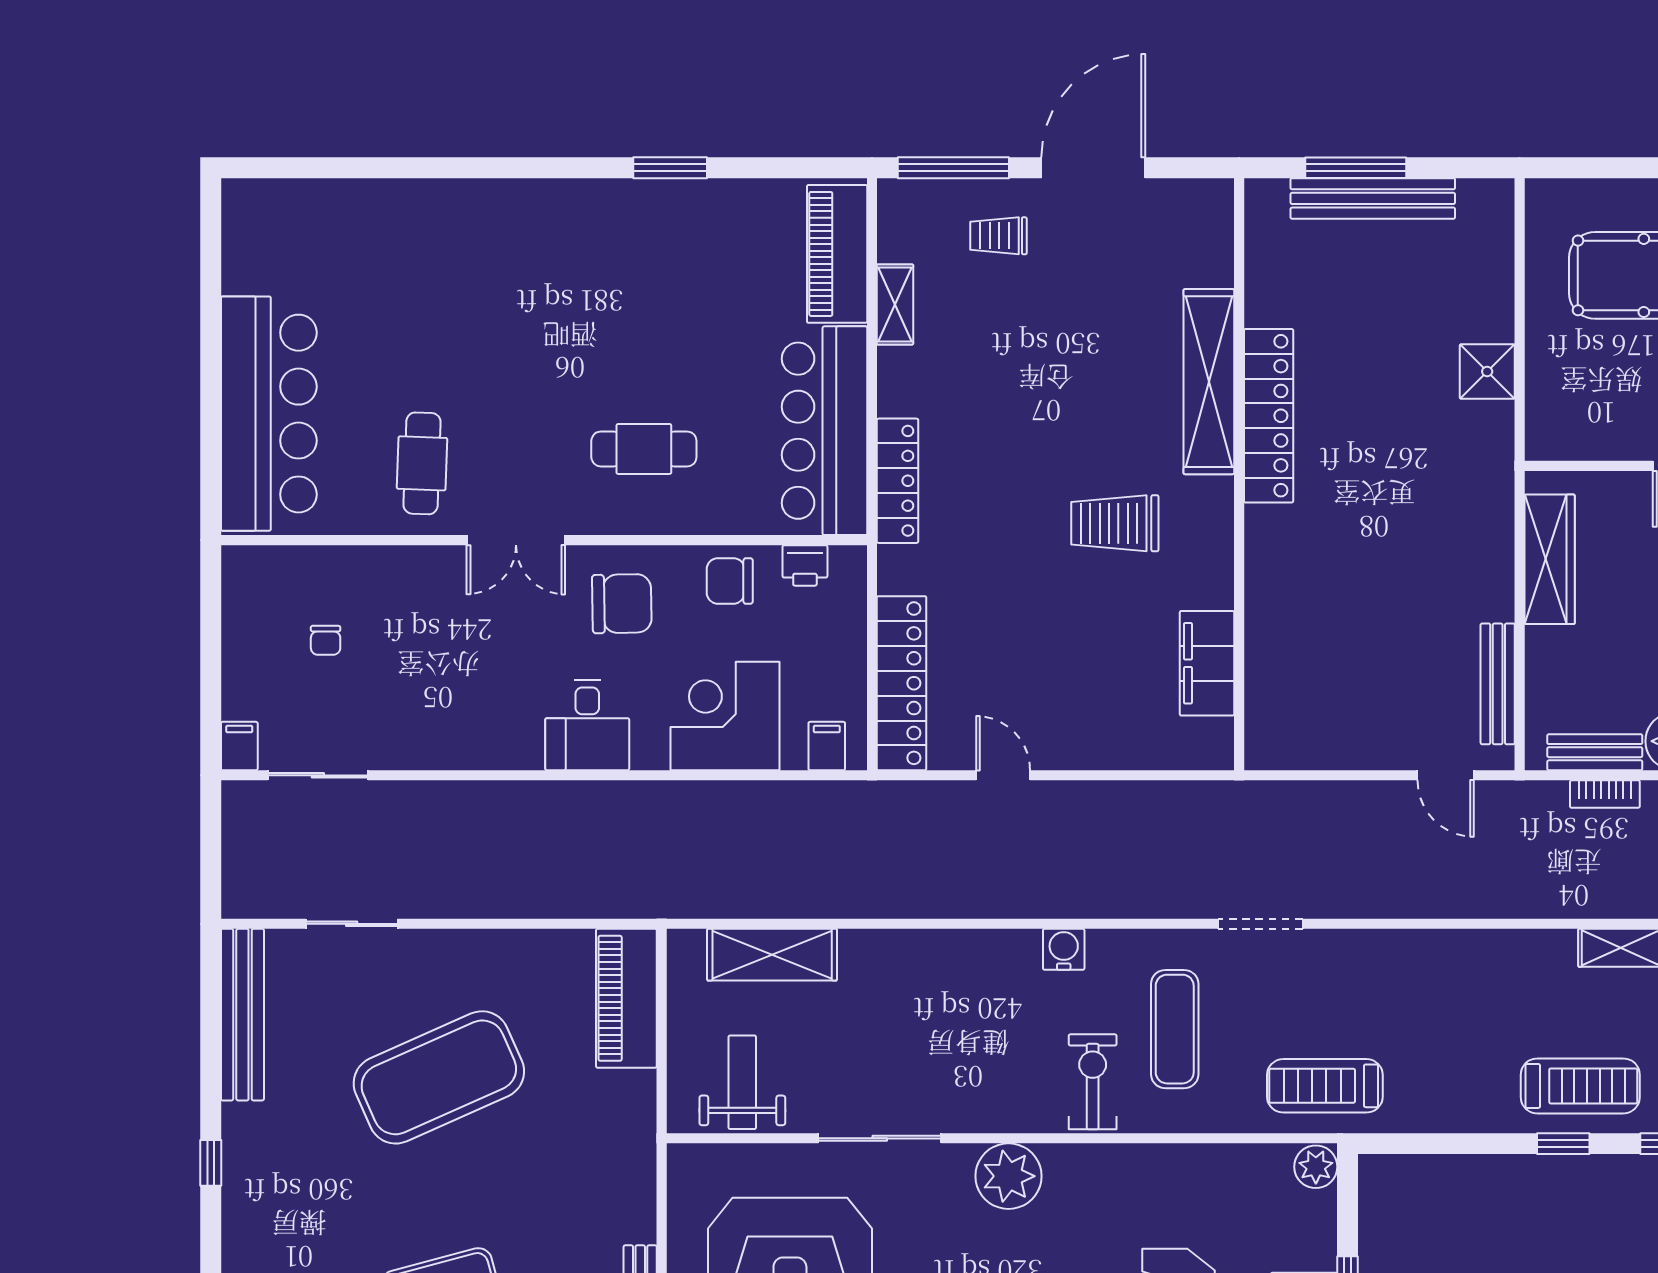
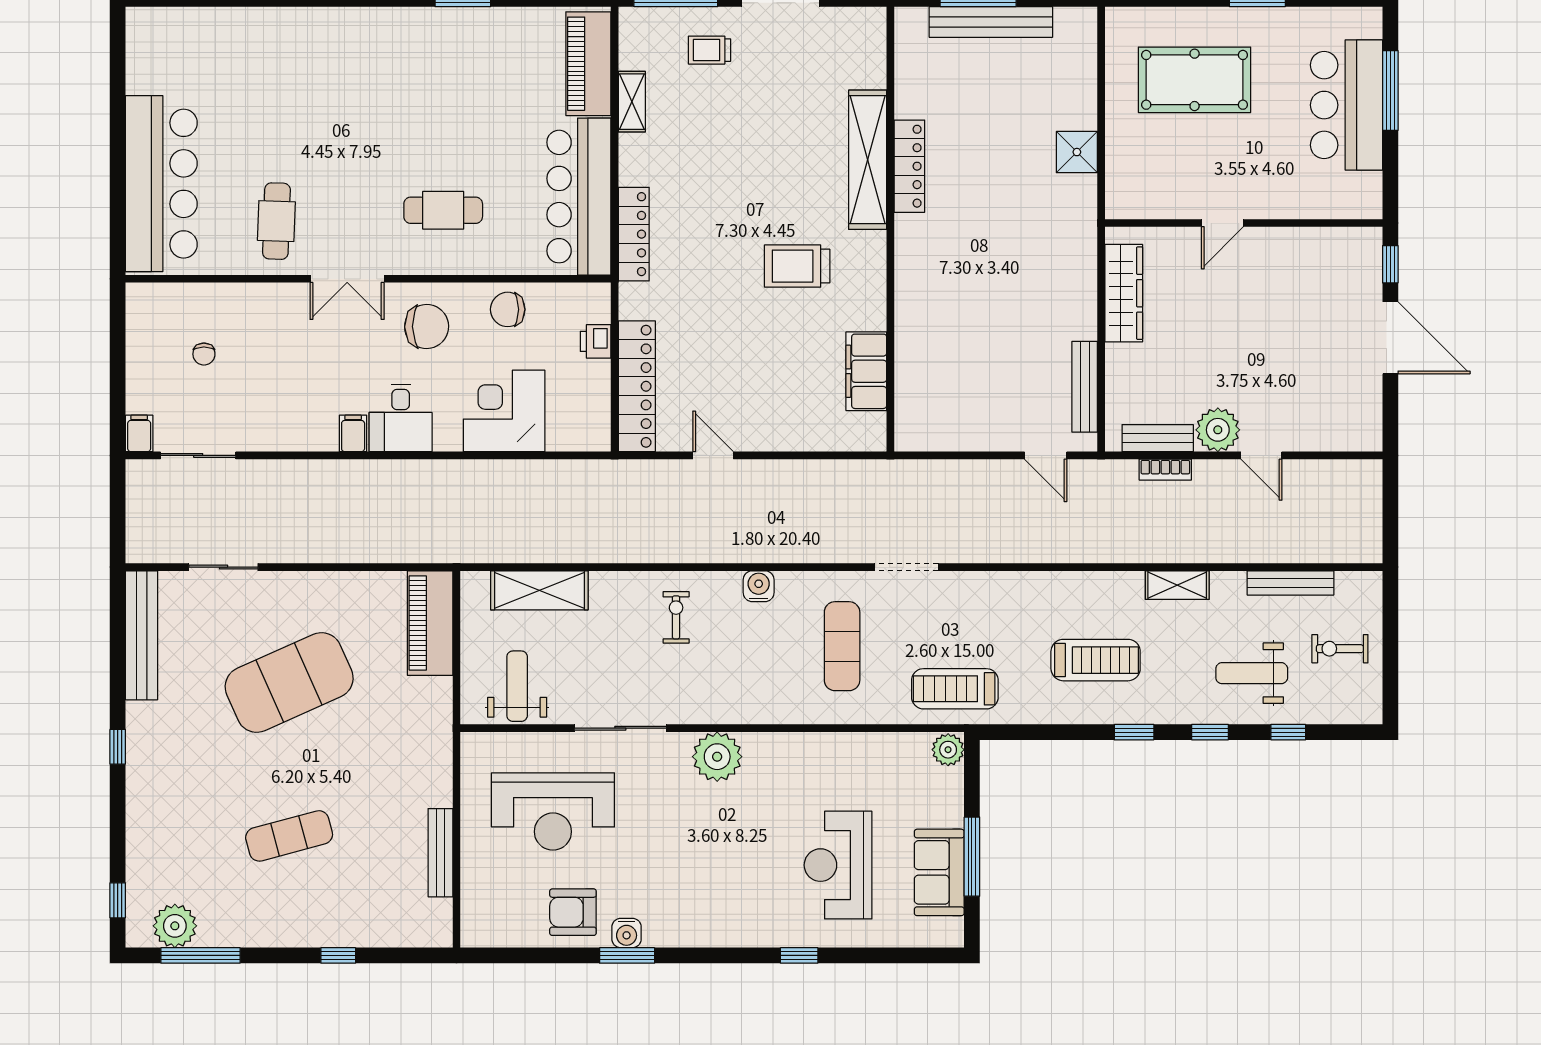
locker: (1269, 416) -> (909, 166), width x0.71, depth x0.83
printer: (805, 565) -> (596, 341), moved, turned 90
filing cabinet: (827, 746) -> (353, 433), moved
exercise bike: (1093, 1082) -> (676, 617), moved, width x0.73, depth x0.72
treadmill: (1580, 1086) -> (1096, 660), moved

